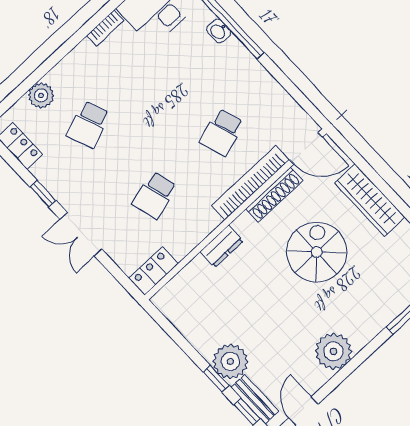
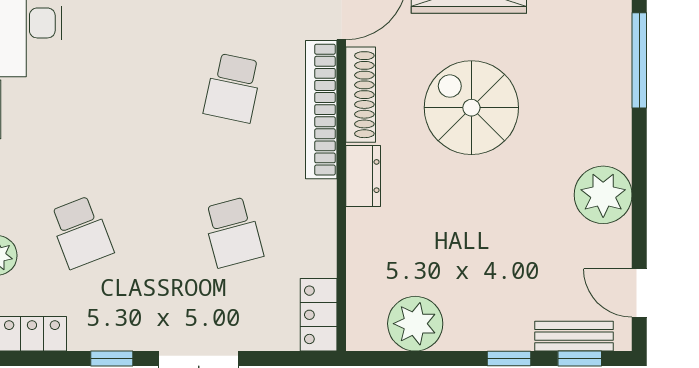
school desk: (222, 132) -> (233, 88), turned 30
dresser: (222, 246) -> (363, 176), moved
plant: (230, 361) -> (415, 324), moved

